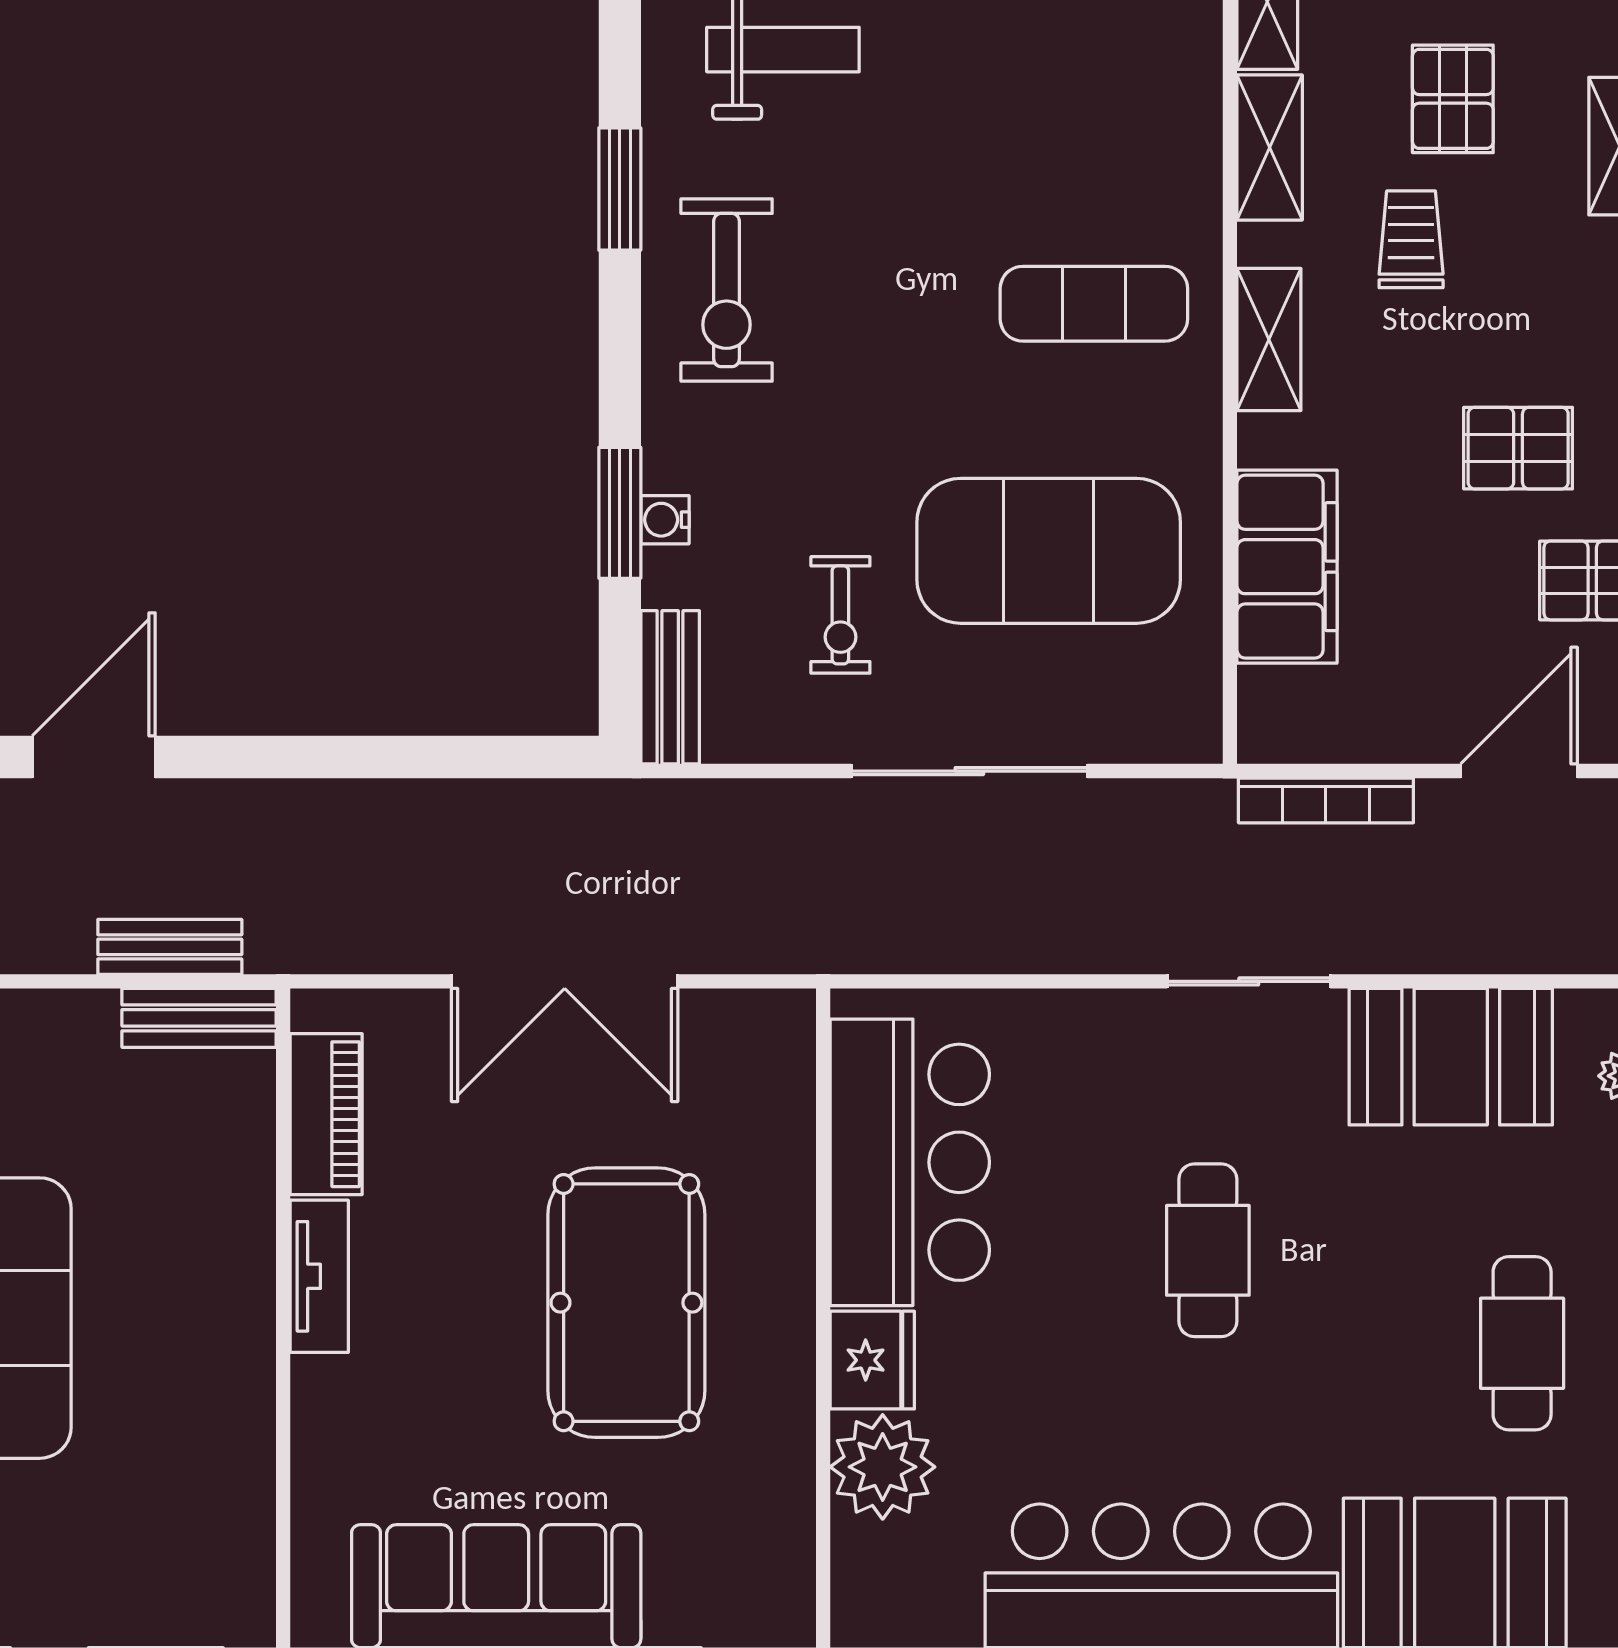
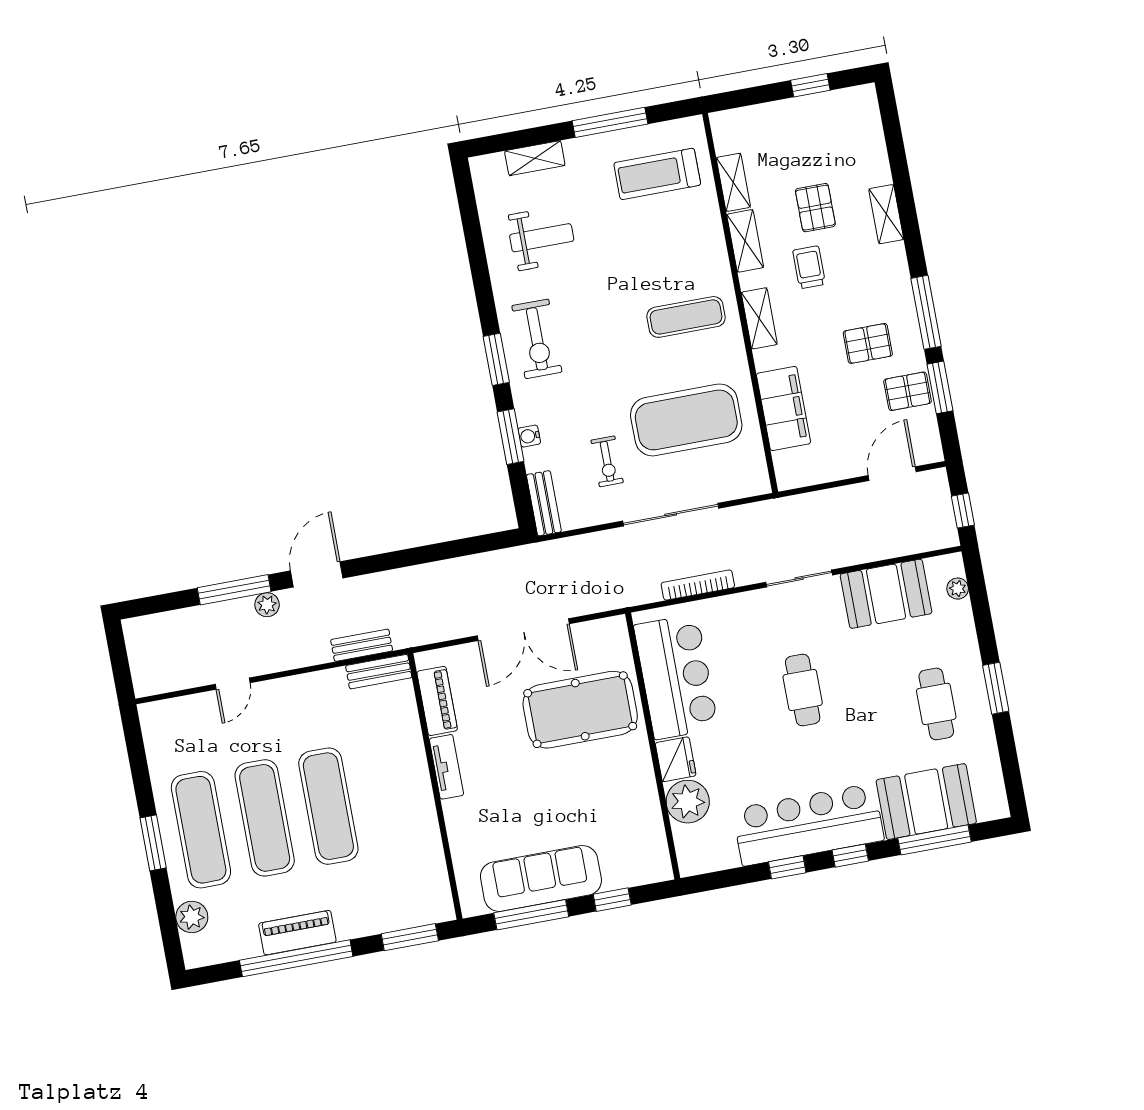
window: (620, 189) -> (496, 359), moved
bookcase: (1326, 800) -> (698, 585), moved, turned 180
pool table: (626, 1303) -> (580, 710), moved, turned 90

